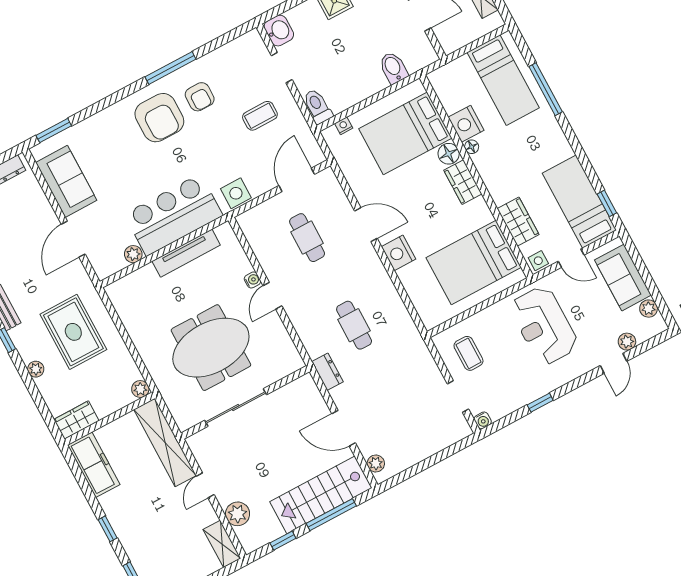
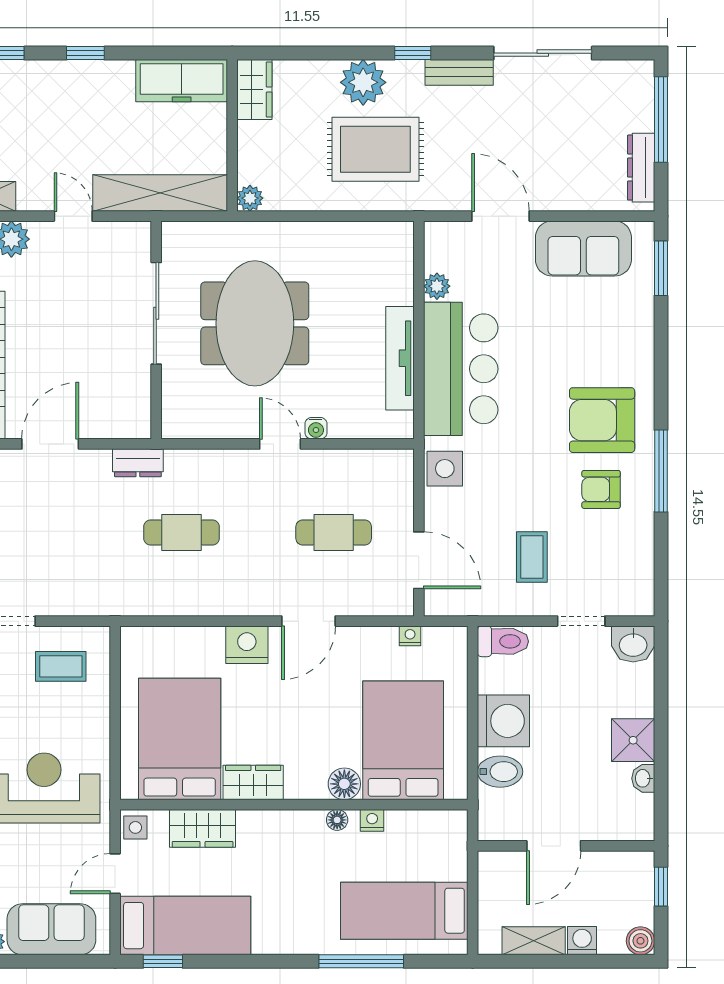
washing machine: (363, 82) -> (503, 721), added
nightstand: (466, 124) -> (372, 820), width x0.53, depth x0.56
nightstand: (344, 126) -> (410, 636), moved, turned -90
wardrobe: (463, 182) -> (253, 783), moved
plant: (36, 369) -> (363, 82), width x1.87, depth x1.87

